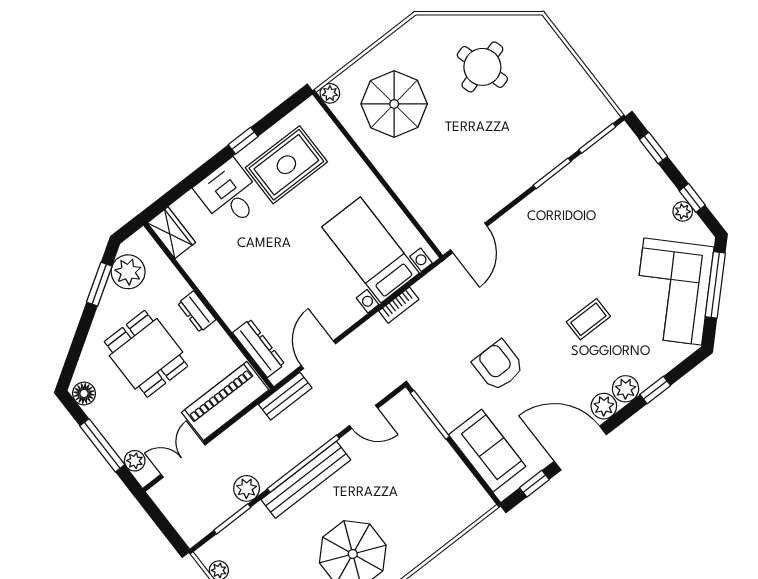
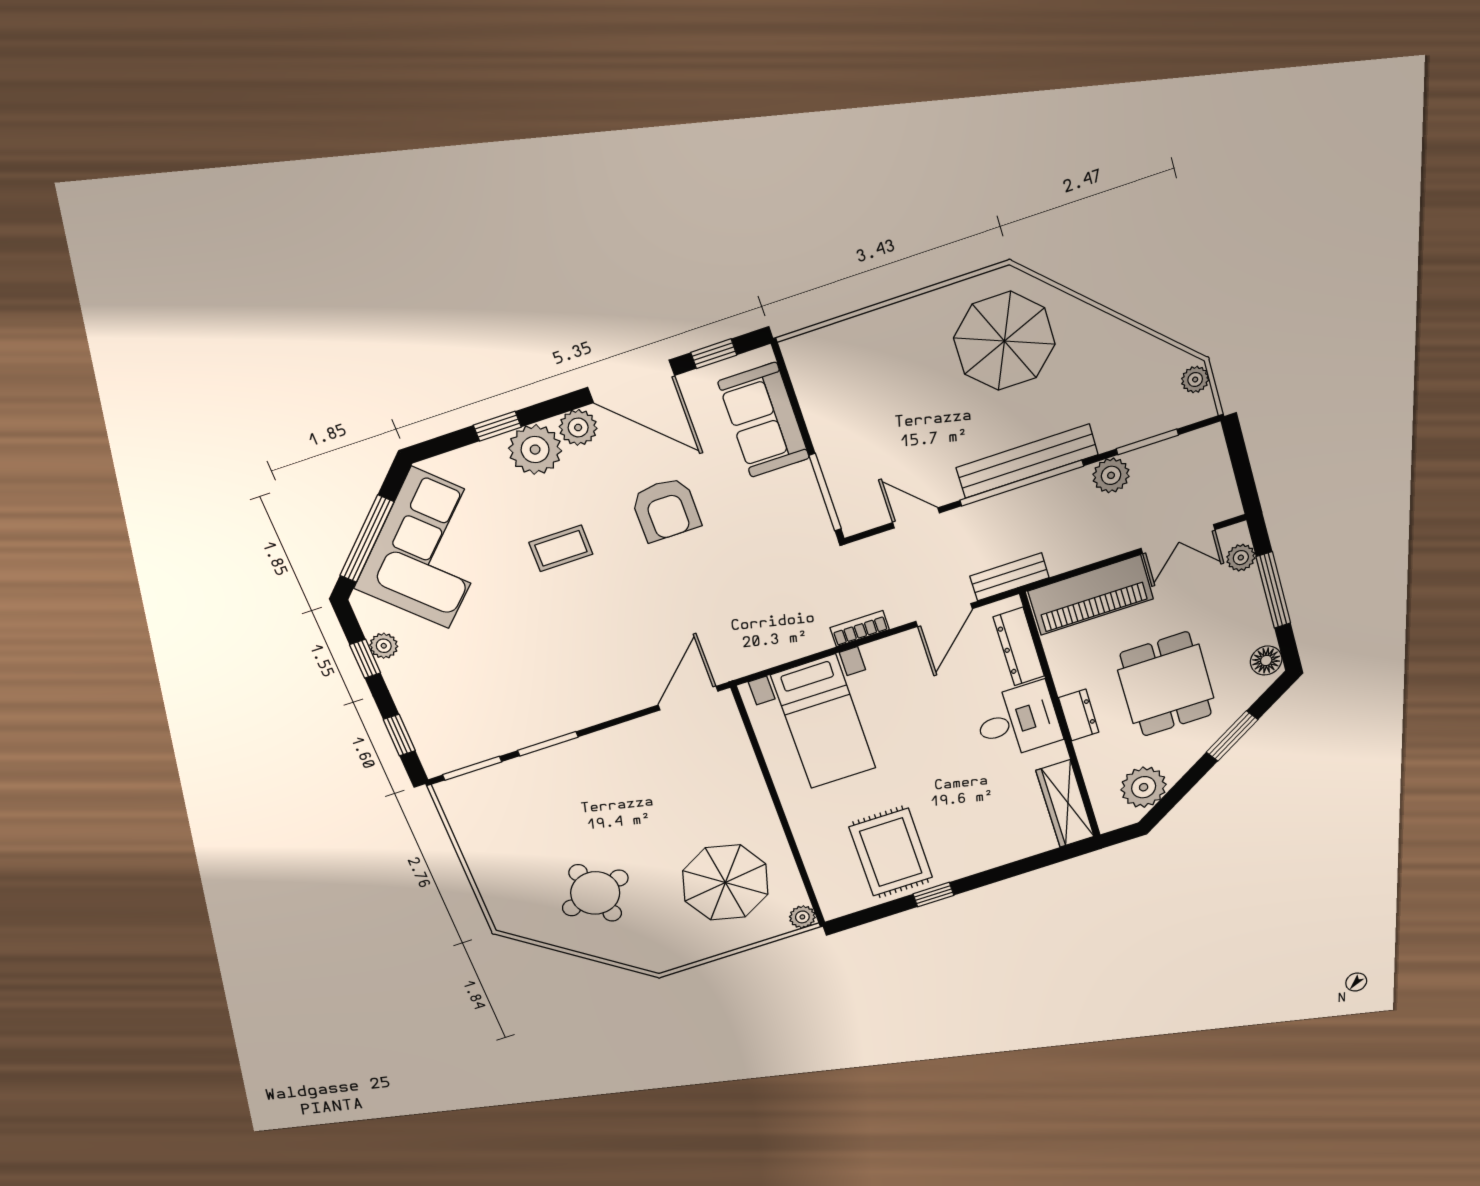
rug: (286, 165) -> (891, 852), turned 90
desk: (230, 194) -> (1018, 721), moved, turned -90
wardrobe: (171, 233) -> (1065, 804), width x1.50
window: (99, 284) -> (1232, 736), moved
bookcase: (399, 305) -> (860, 629), moved
armchair: (498, 365) -> (666, 509), moved
plant: (626, 389) -> (535, 450), width x1.36, depth x1.36

